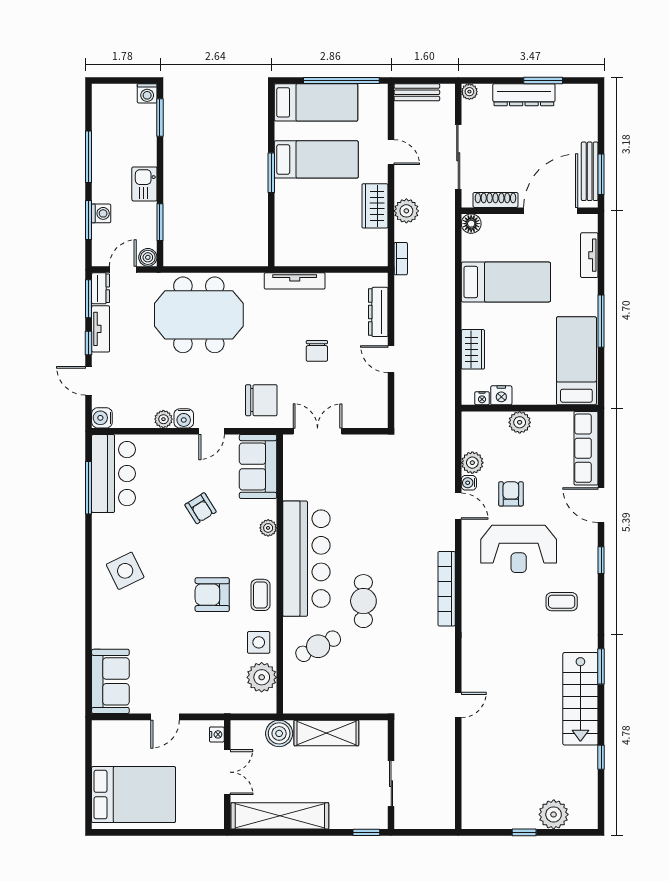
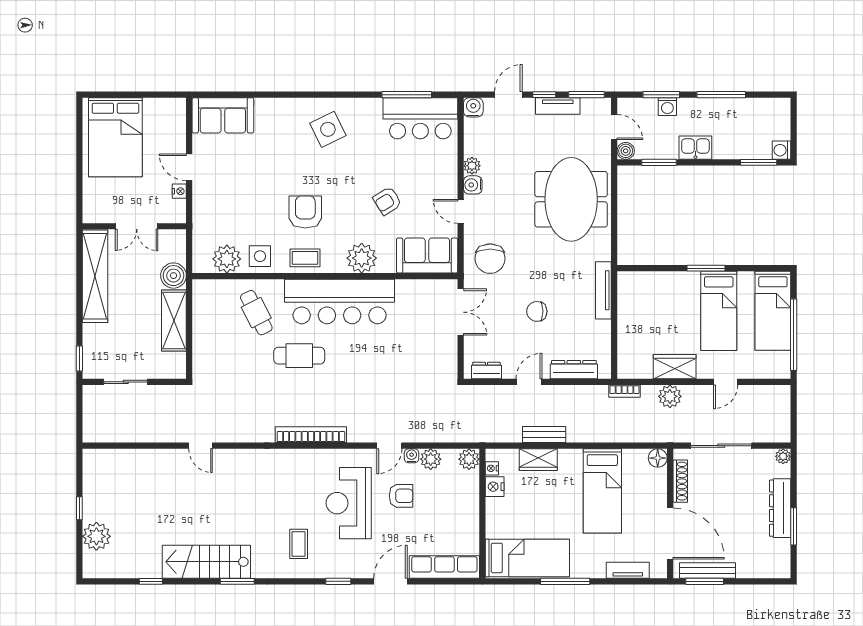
bench: (417, 92) -> (544, 434), moved, turned 90
dresser: (101, 288) -> (486, 371), moved, turned 180
plant: (520, 422) -> (469, 459), moved
plant: (268, 528) -> (362, 258), width x1.87, depth x1.87
nightstand: (217, 734) -> (179, 191), moved, turned -90

